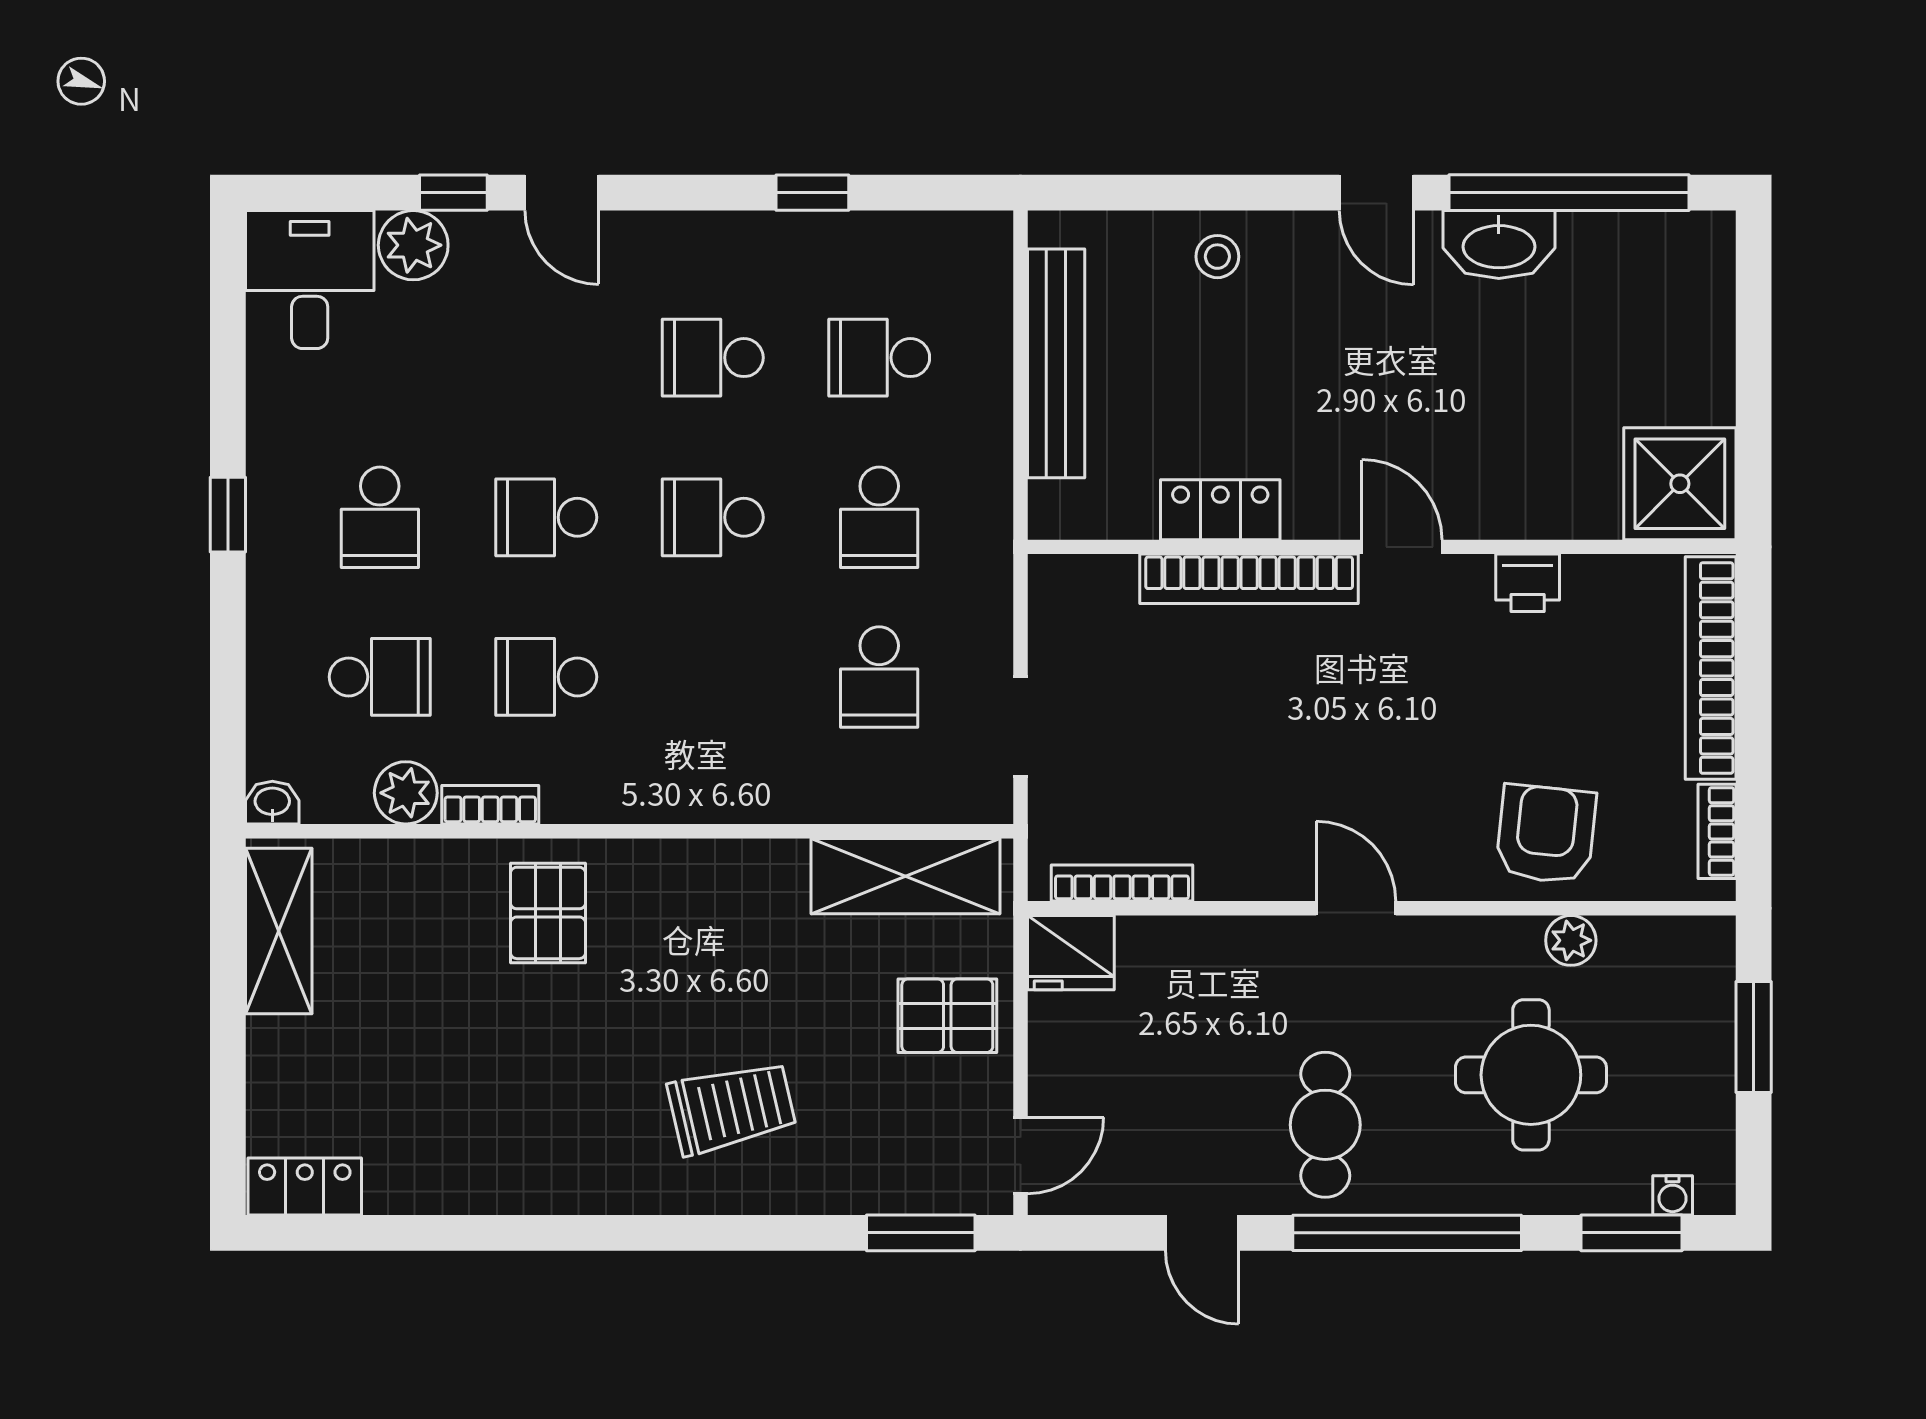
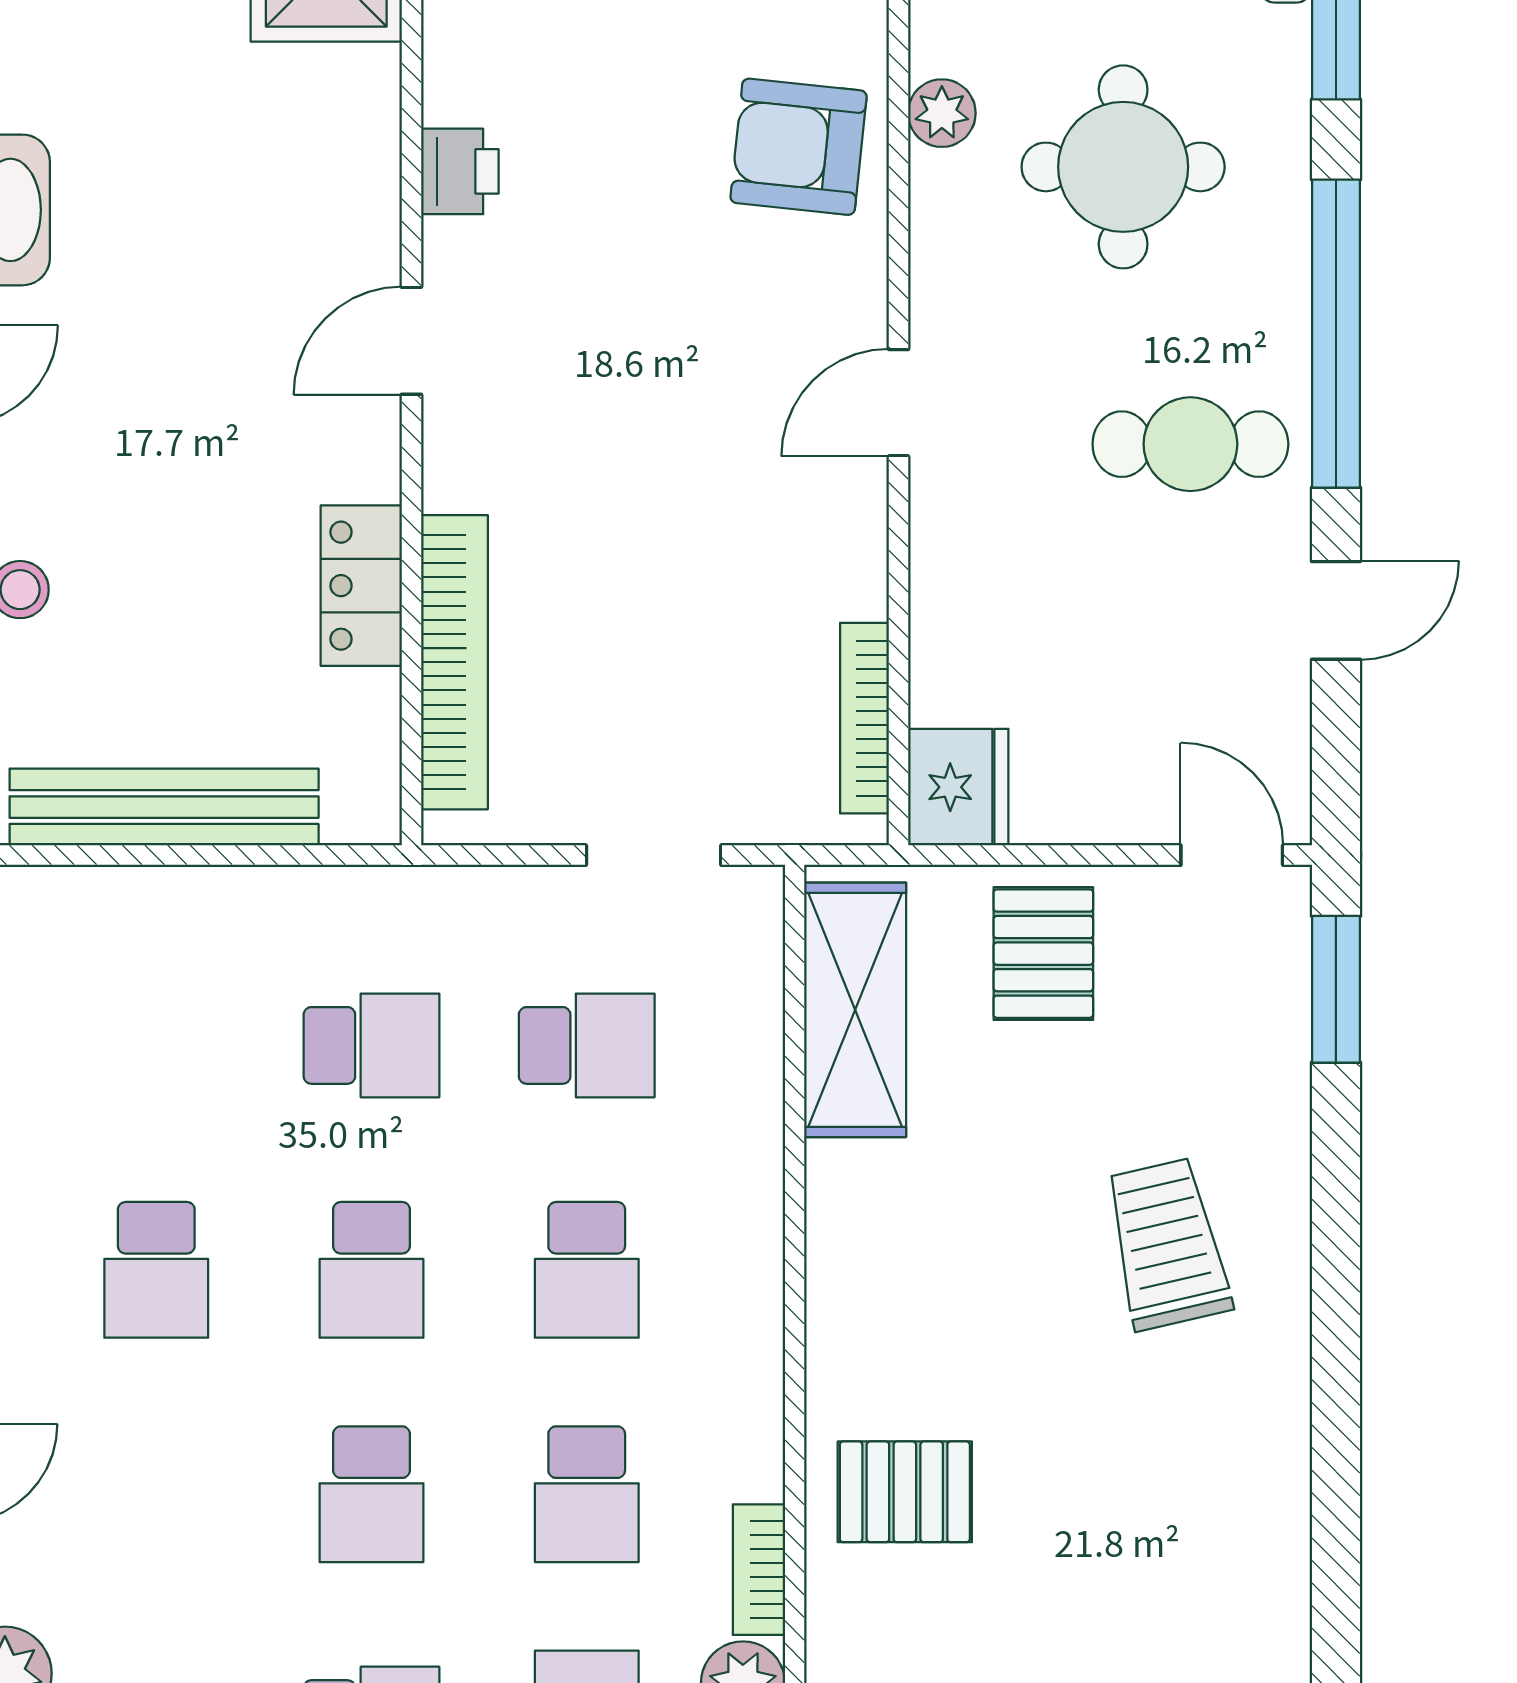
school desk: (879, 358) -> (587, 1270), moved
bookcase: (1249, 579) -> (454, 662), moved

